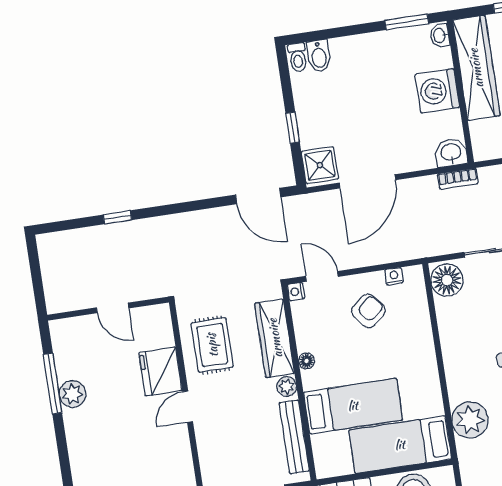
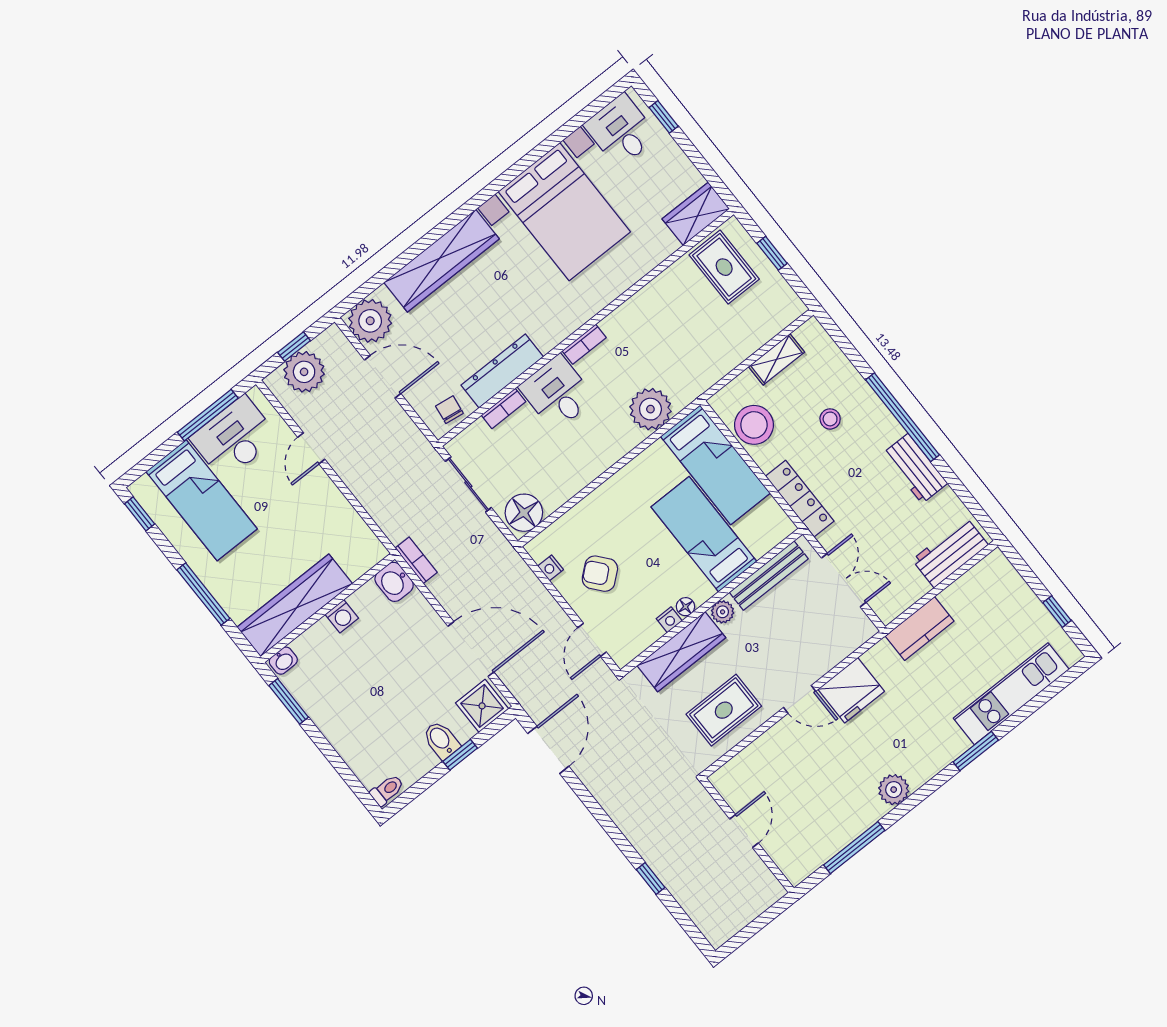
bidet: (319, 56) -> (441, 740), moved, turned -90
washing machine: (437, 91) -> (342, 616), width x0.53, depth x0.53
nightstand: (296, 292) -> (669, 620), moved
fridge: (160, 372) -> (851, 690), moved
plant: (72, 394) -> (894, 790), moved

